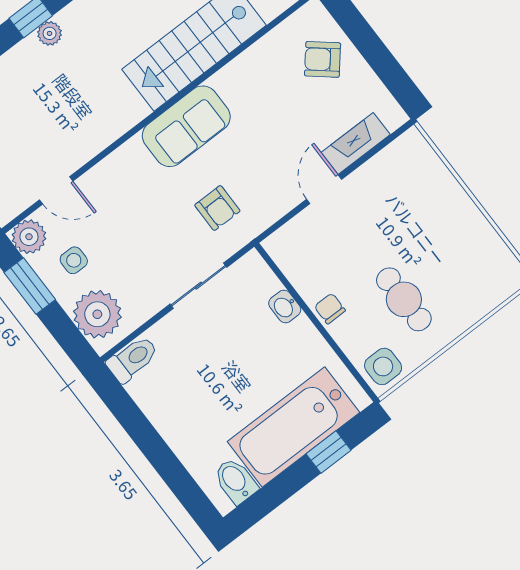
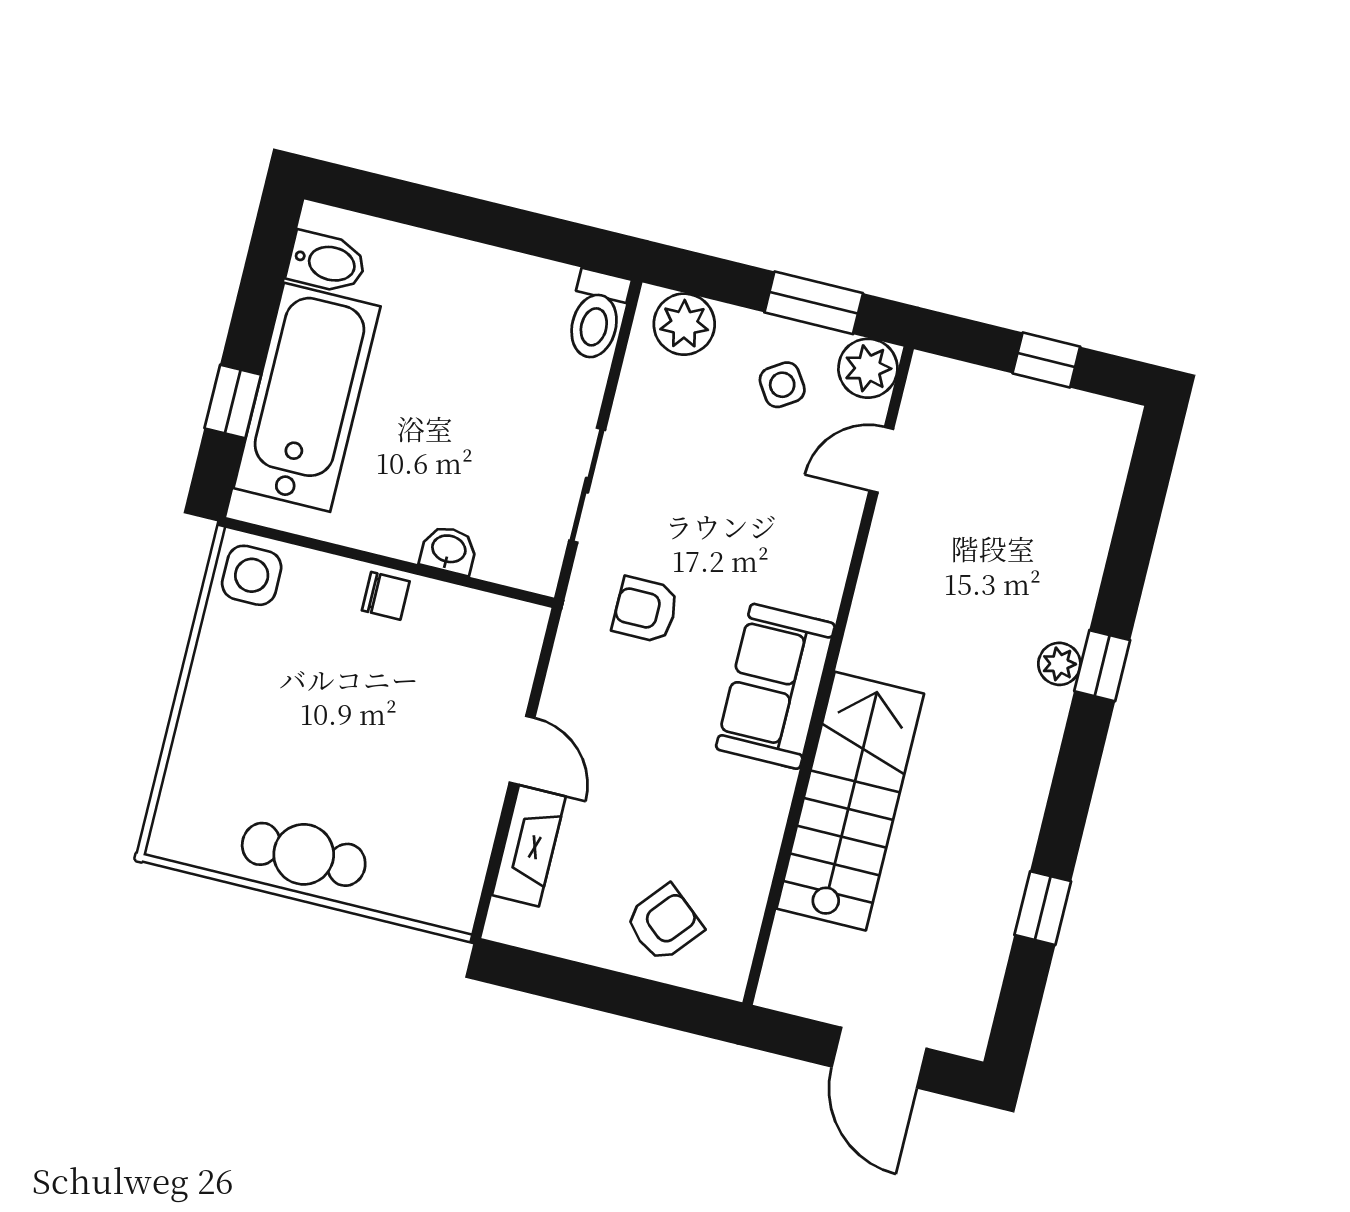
side table: (74, 260) -> (782, 385), turned -33
cafe table: (404, 299) -> (304, 854), moved
plant: (97, 314) -> (684, 324), width x0.73, depth x0.73

